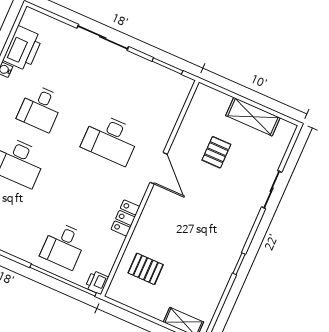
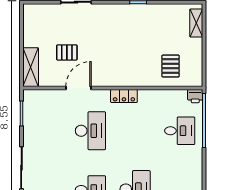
shelving: (253, 117) -> (31, 67), moved
door: (159, 168) -> (78, 88), moved
locker: (125, 218) -> (124, 96), moved

